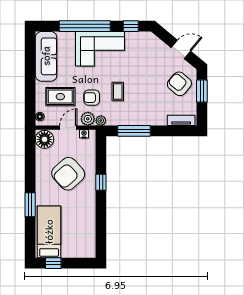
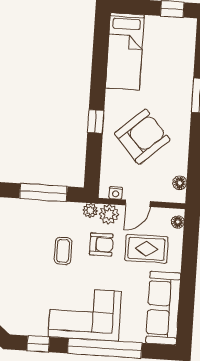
floor lamp: (44, 139) -> (180, 183), width x0.53, depth x0.53
bed: (49, 232) -> (125, 51), moved

